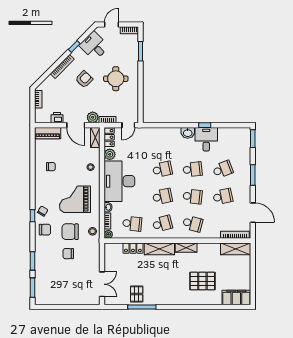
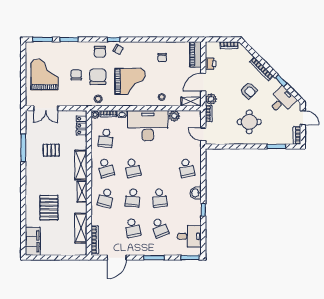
locker: (109, 137) -> (191, 115), removed
desk: (206, 139) -> (189, 236), moved
school desk: (162, 169) -> (186, 168), moved
grand piano: (75, 199) -> (130, 81), turned 90
locker: (133, 248) -> (82, 126), moved
shelving: (236, 249) -> (81, 228), moved
grand piano: (68, 285) -> (45, 75), added
pallet: (137, 294) -> (51, 150), moved

